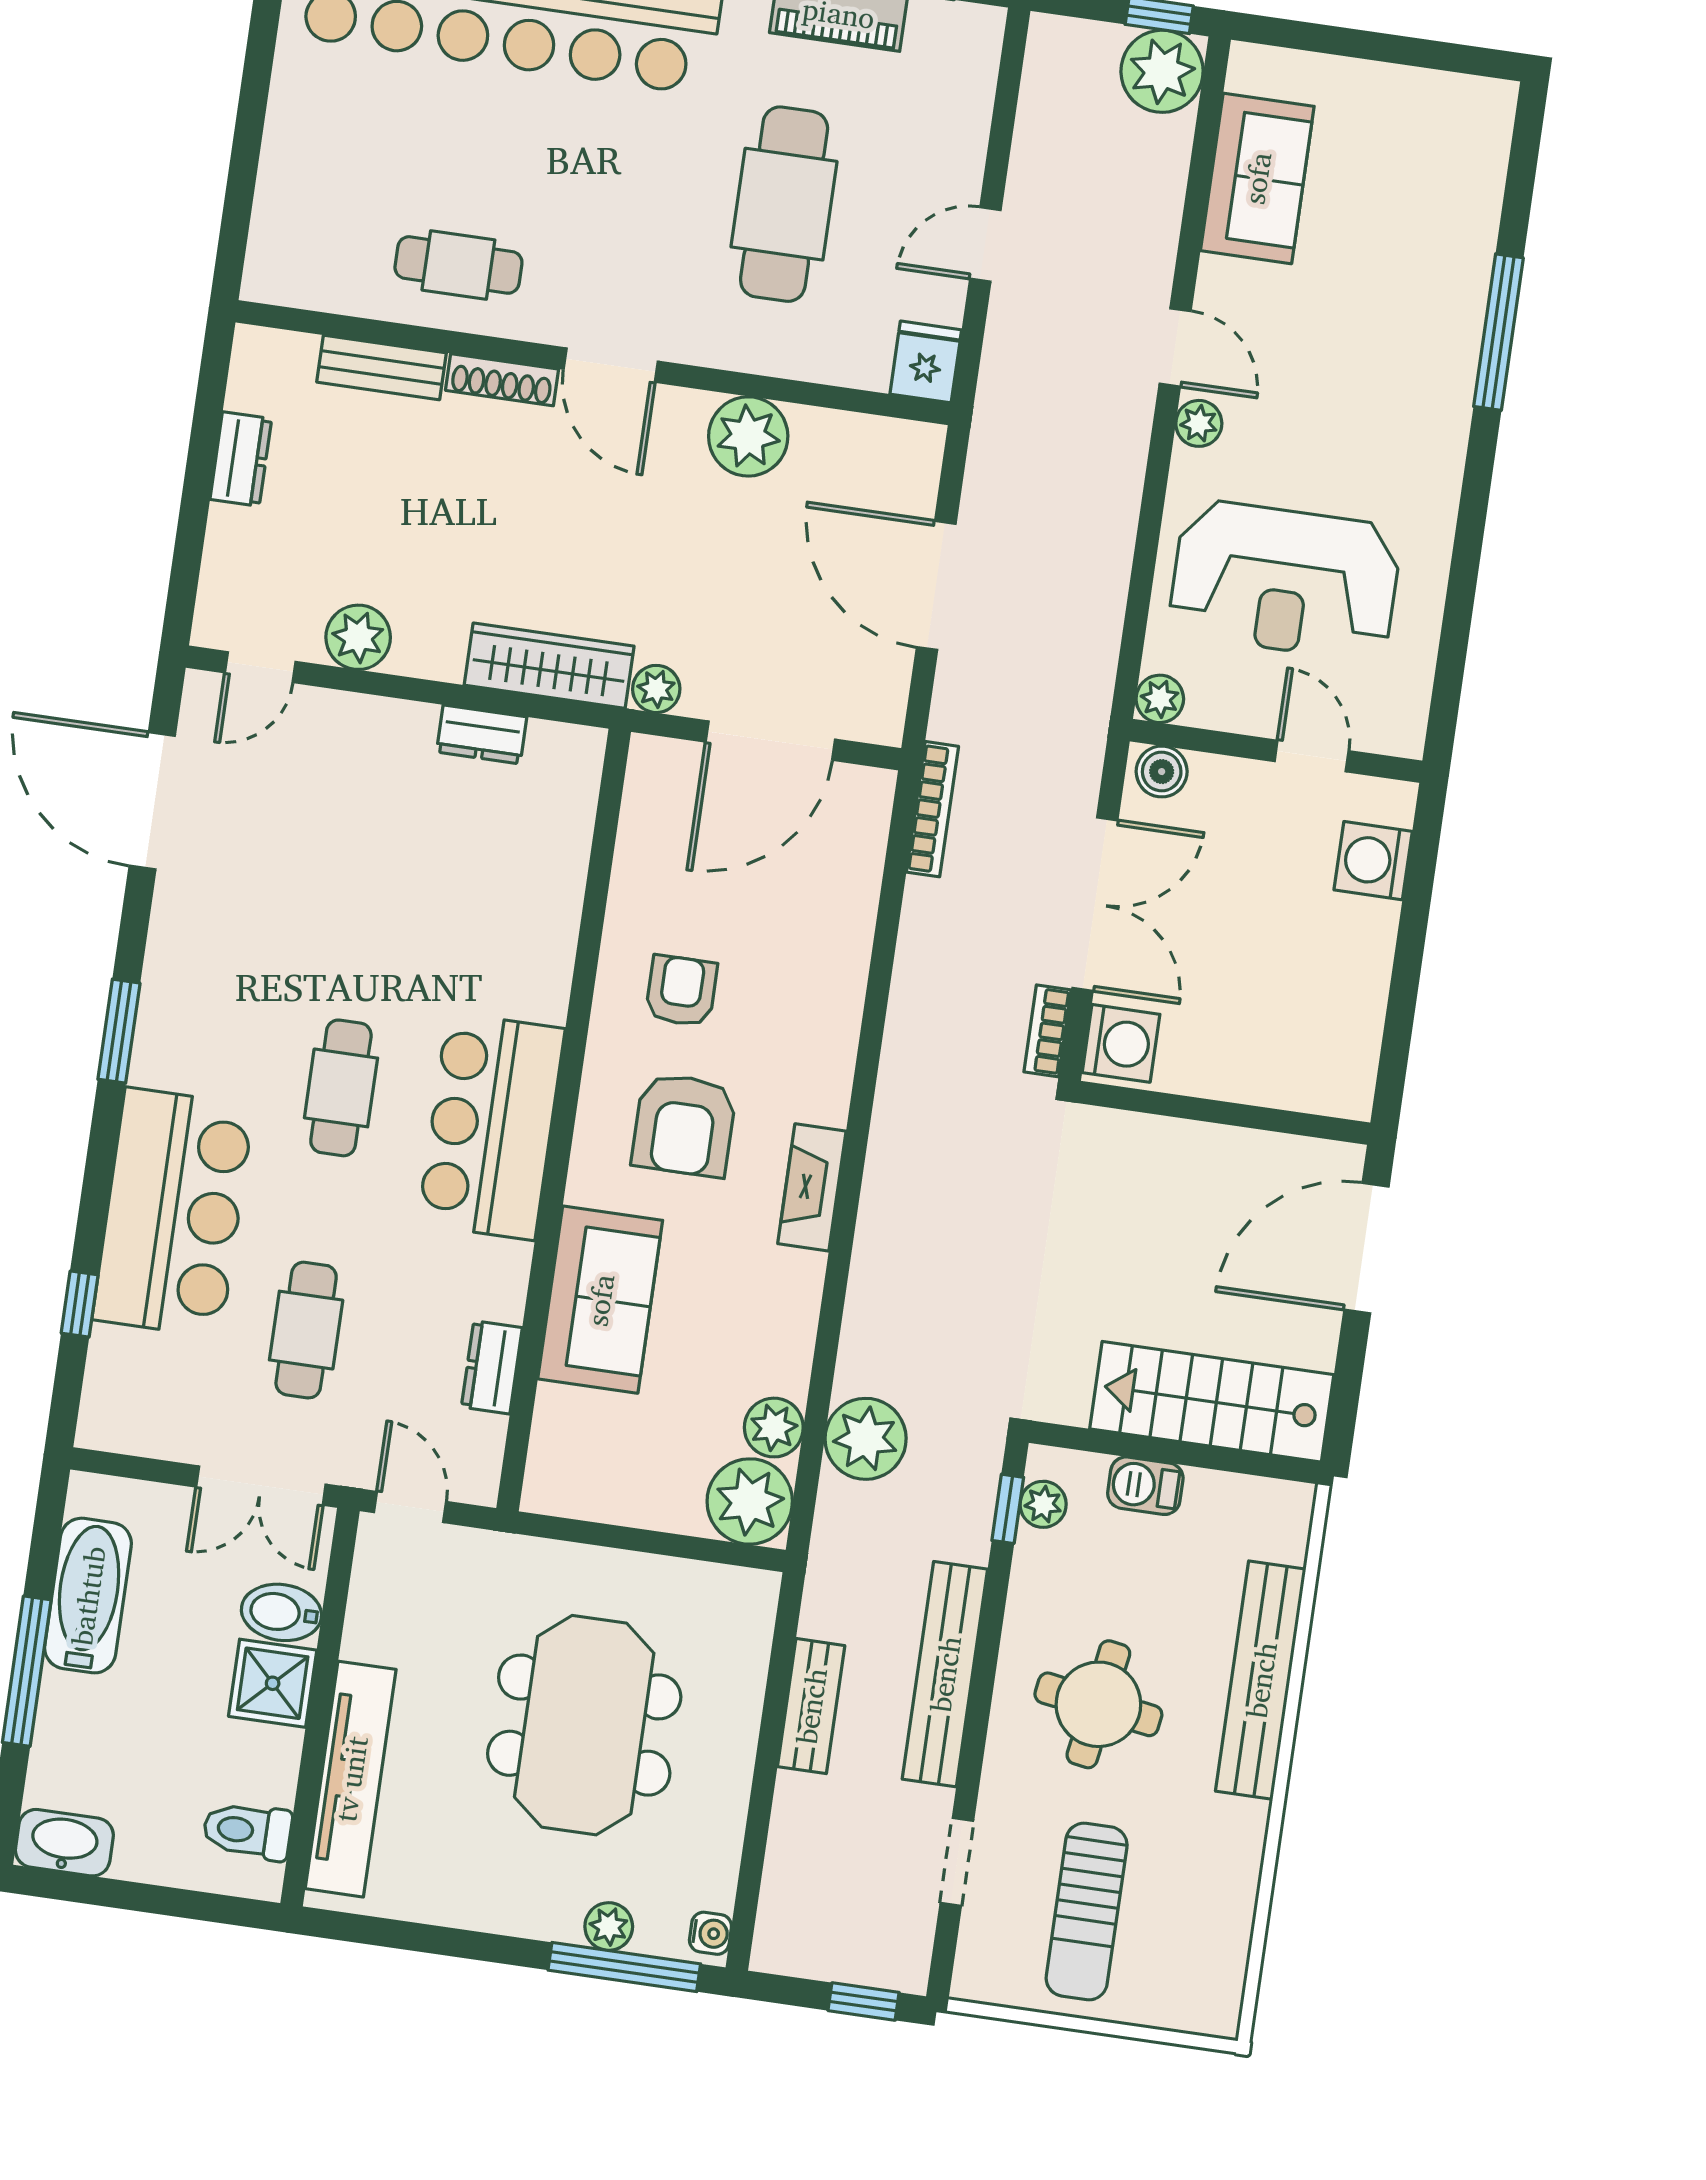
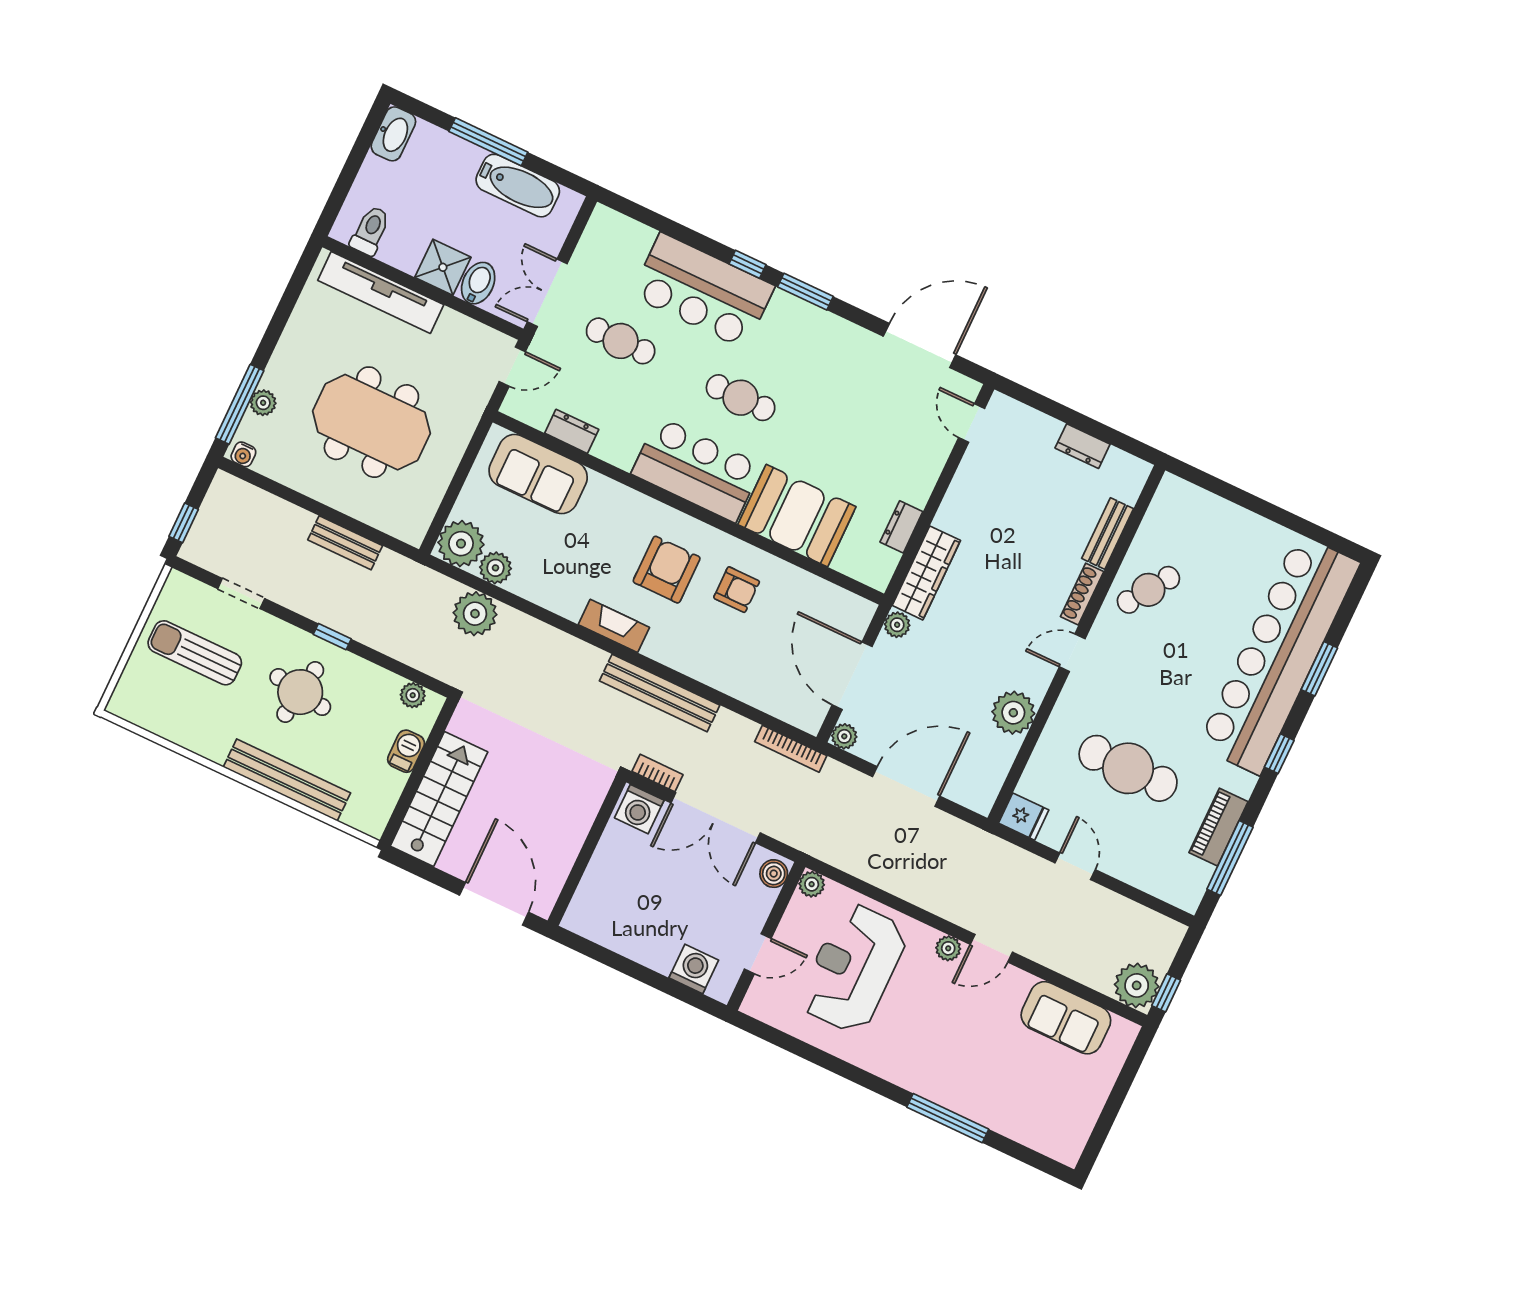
cafe table: (458, 265) -> (1148, 590), turned 34
door: (611, 365) -> (1072, 653), width x0.73
plant: (358, 637) -> (844, 736), moved, width x0.73, depth x0.73
booth: (518, 925) -> (797, 516), added
armchair: (684, 1125) -> (667, 570), turned 90
sofa: (600, 1300) -> (538, 474), moved
window: (80, 1304) -> (748, 264), moved
window: (1008, 1509) -> (332, 637), moved
bench: (945, 1674) -> (660, 693), moved

